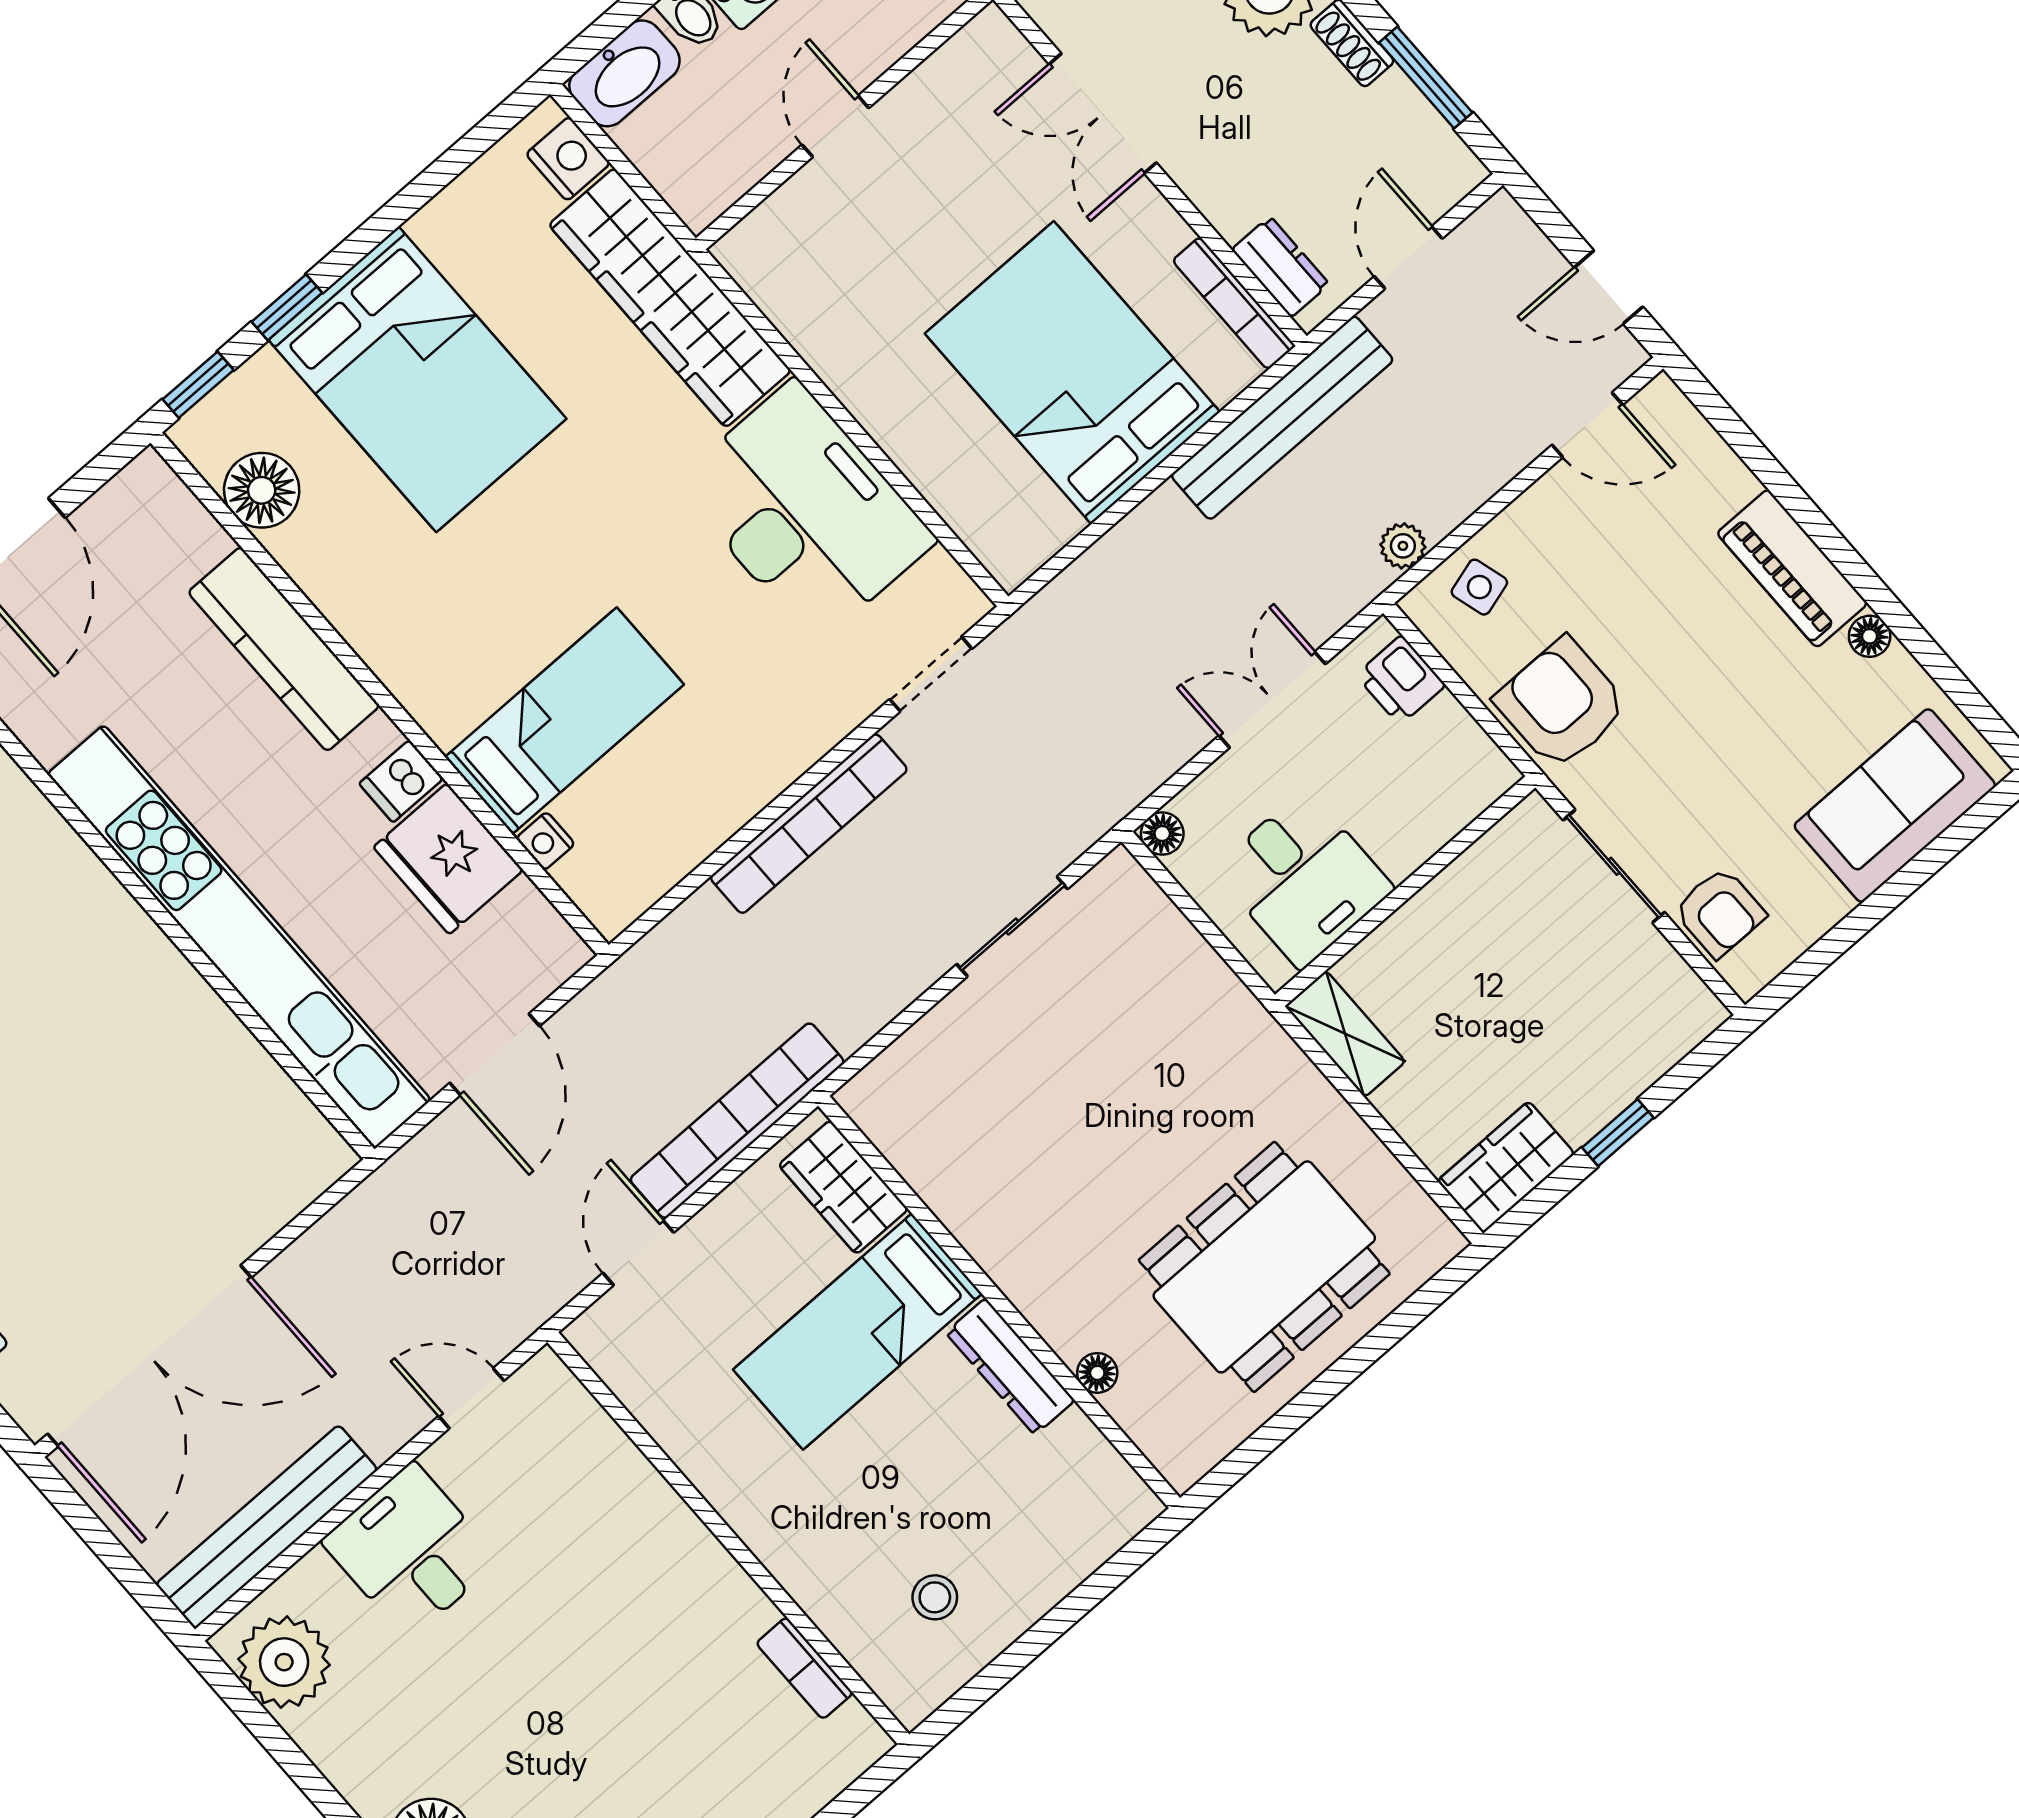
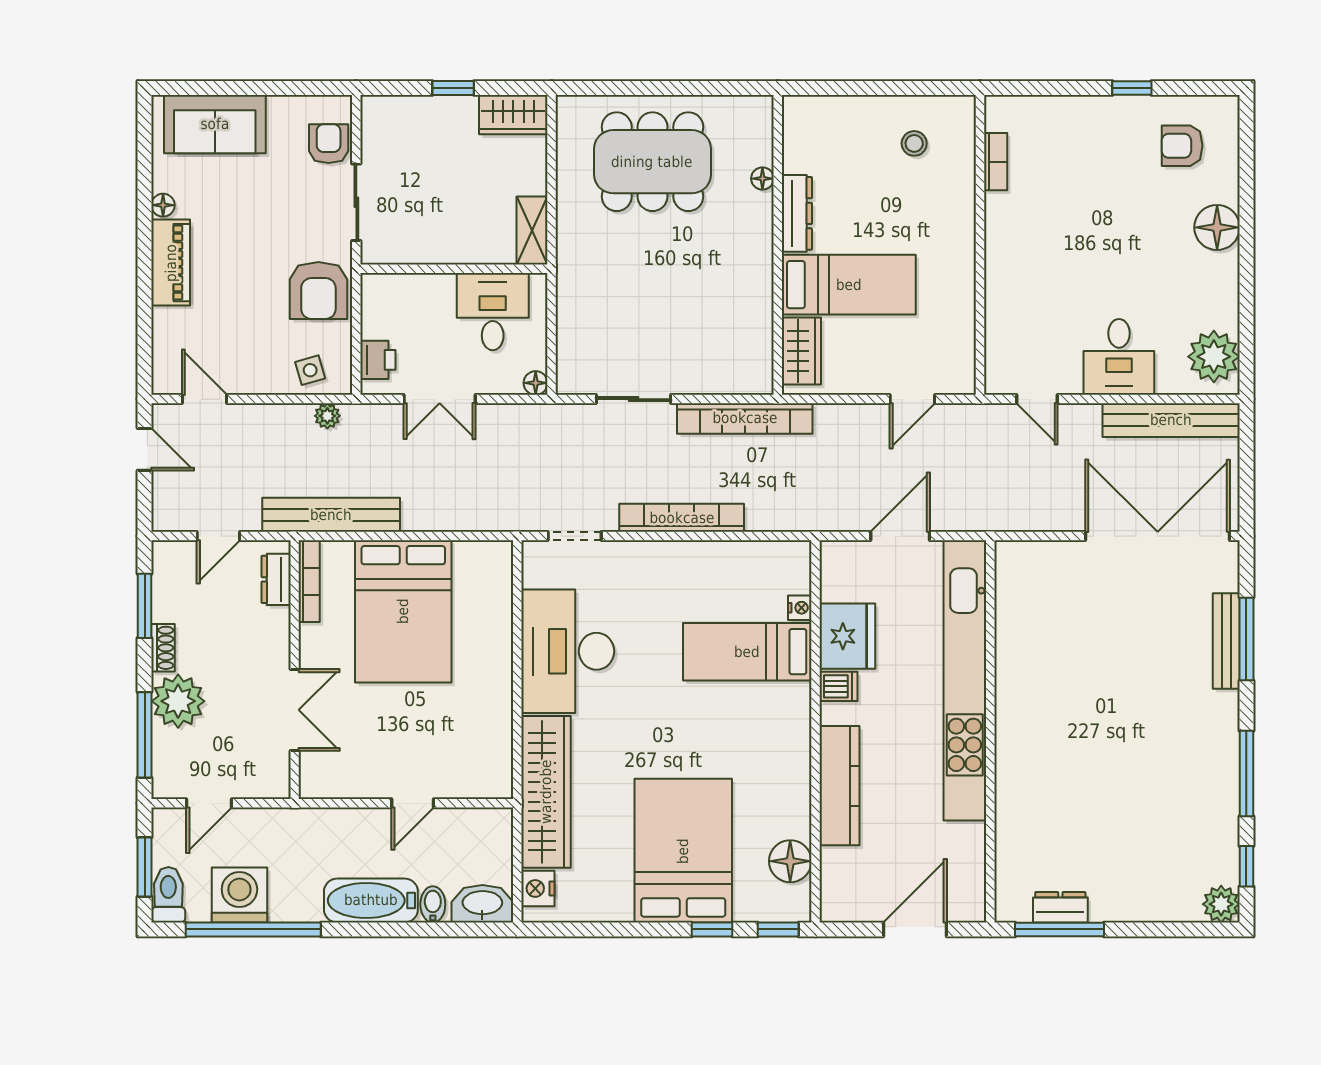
bookcase: (737, 1121) -> (745, 418), moved

